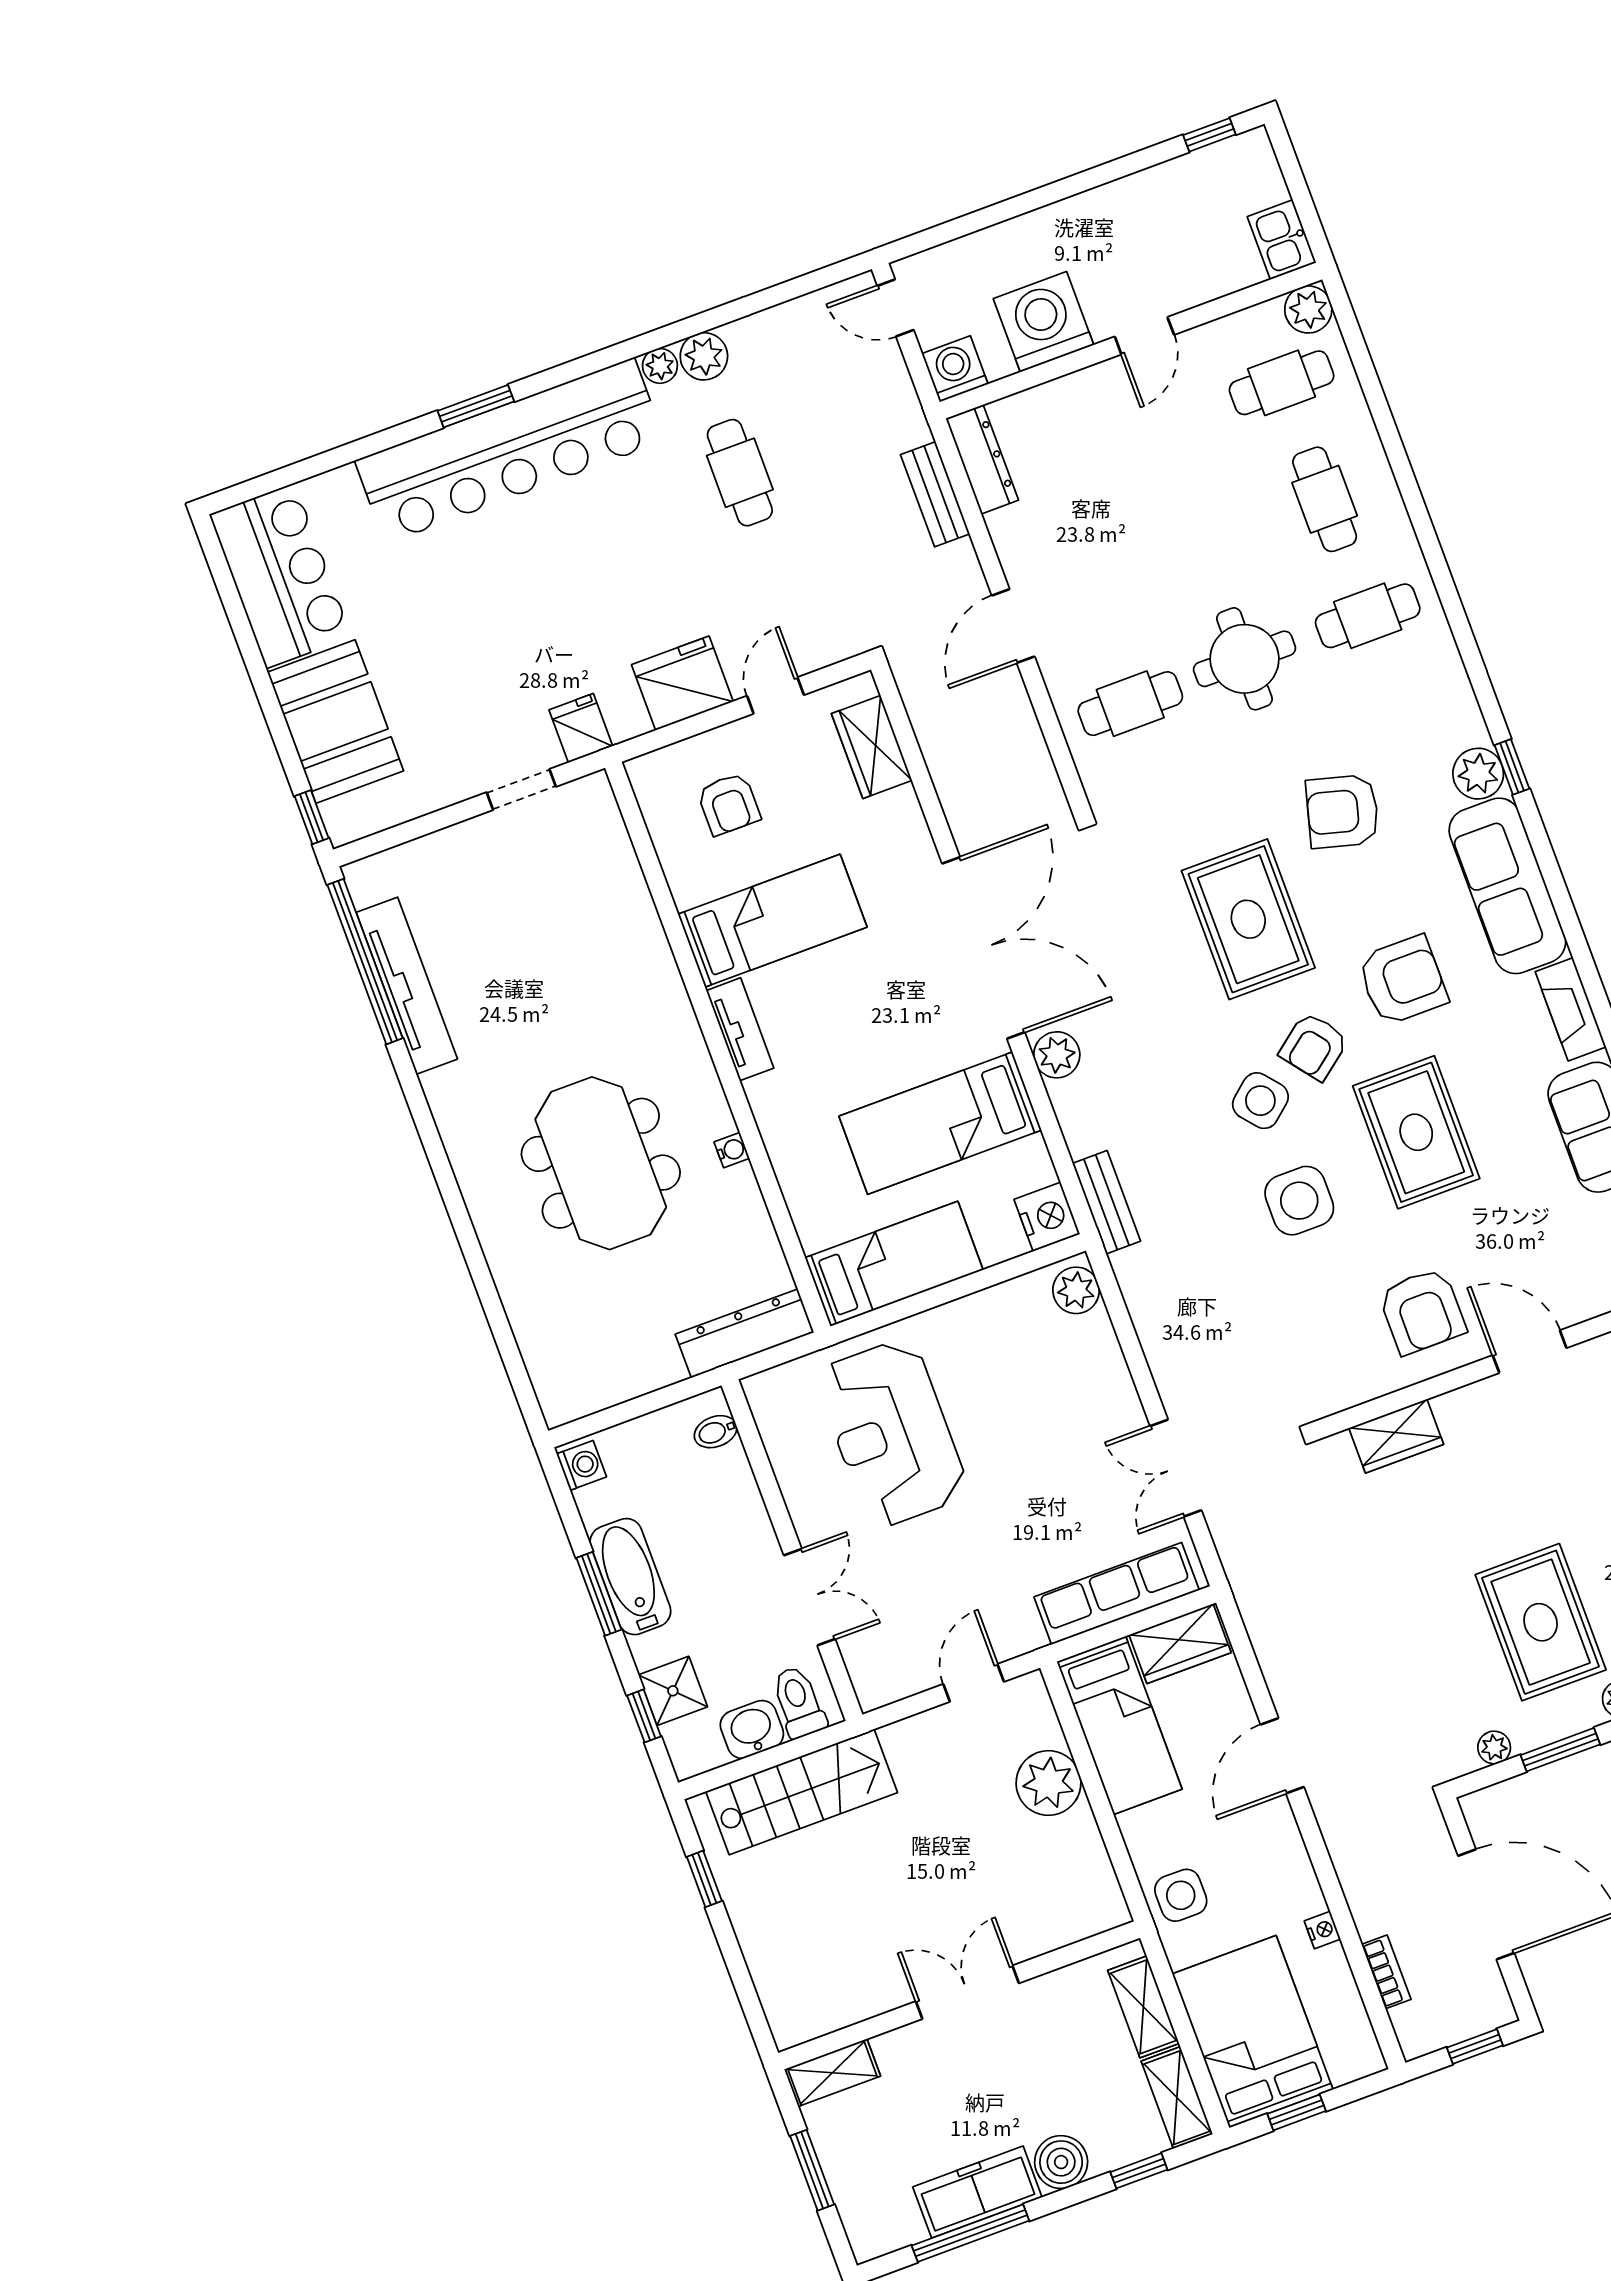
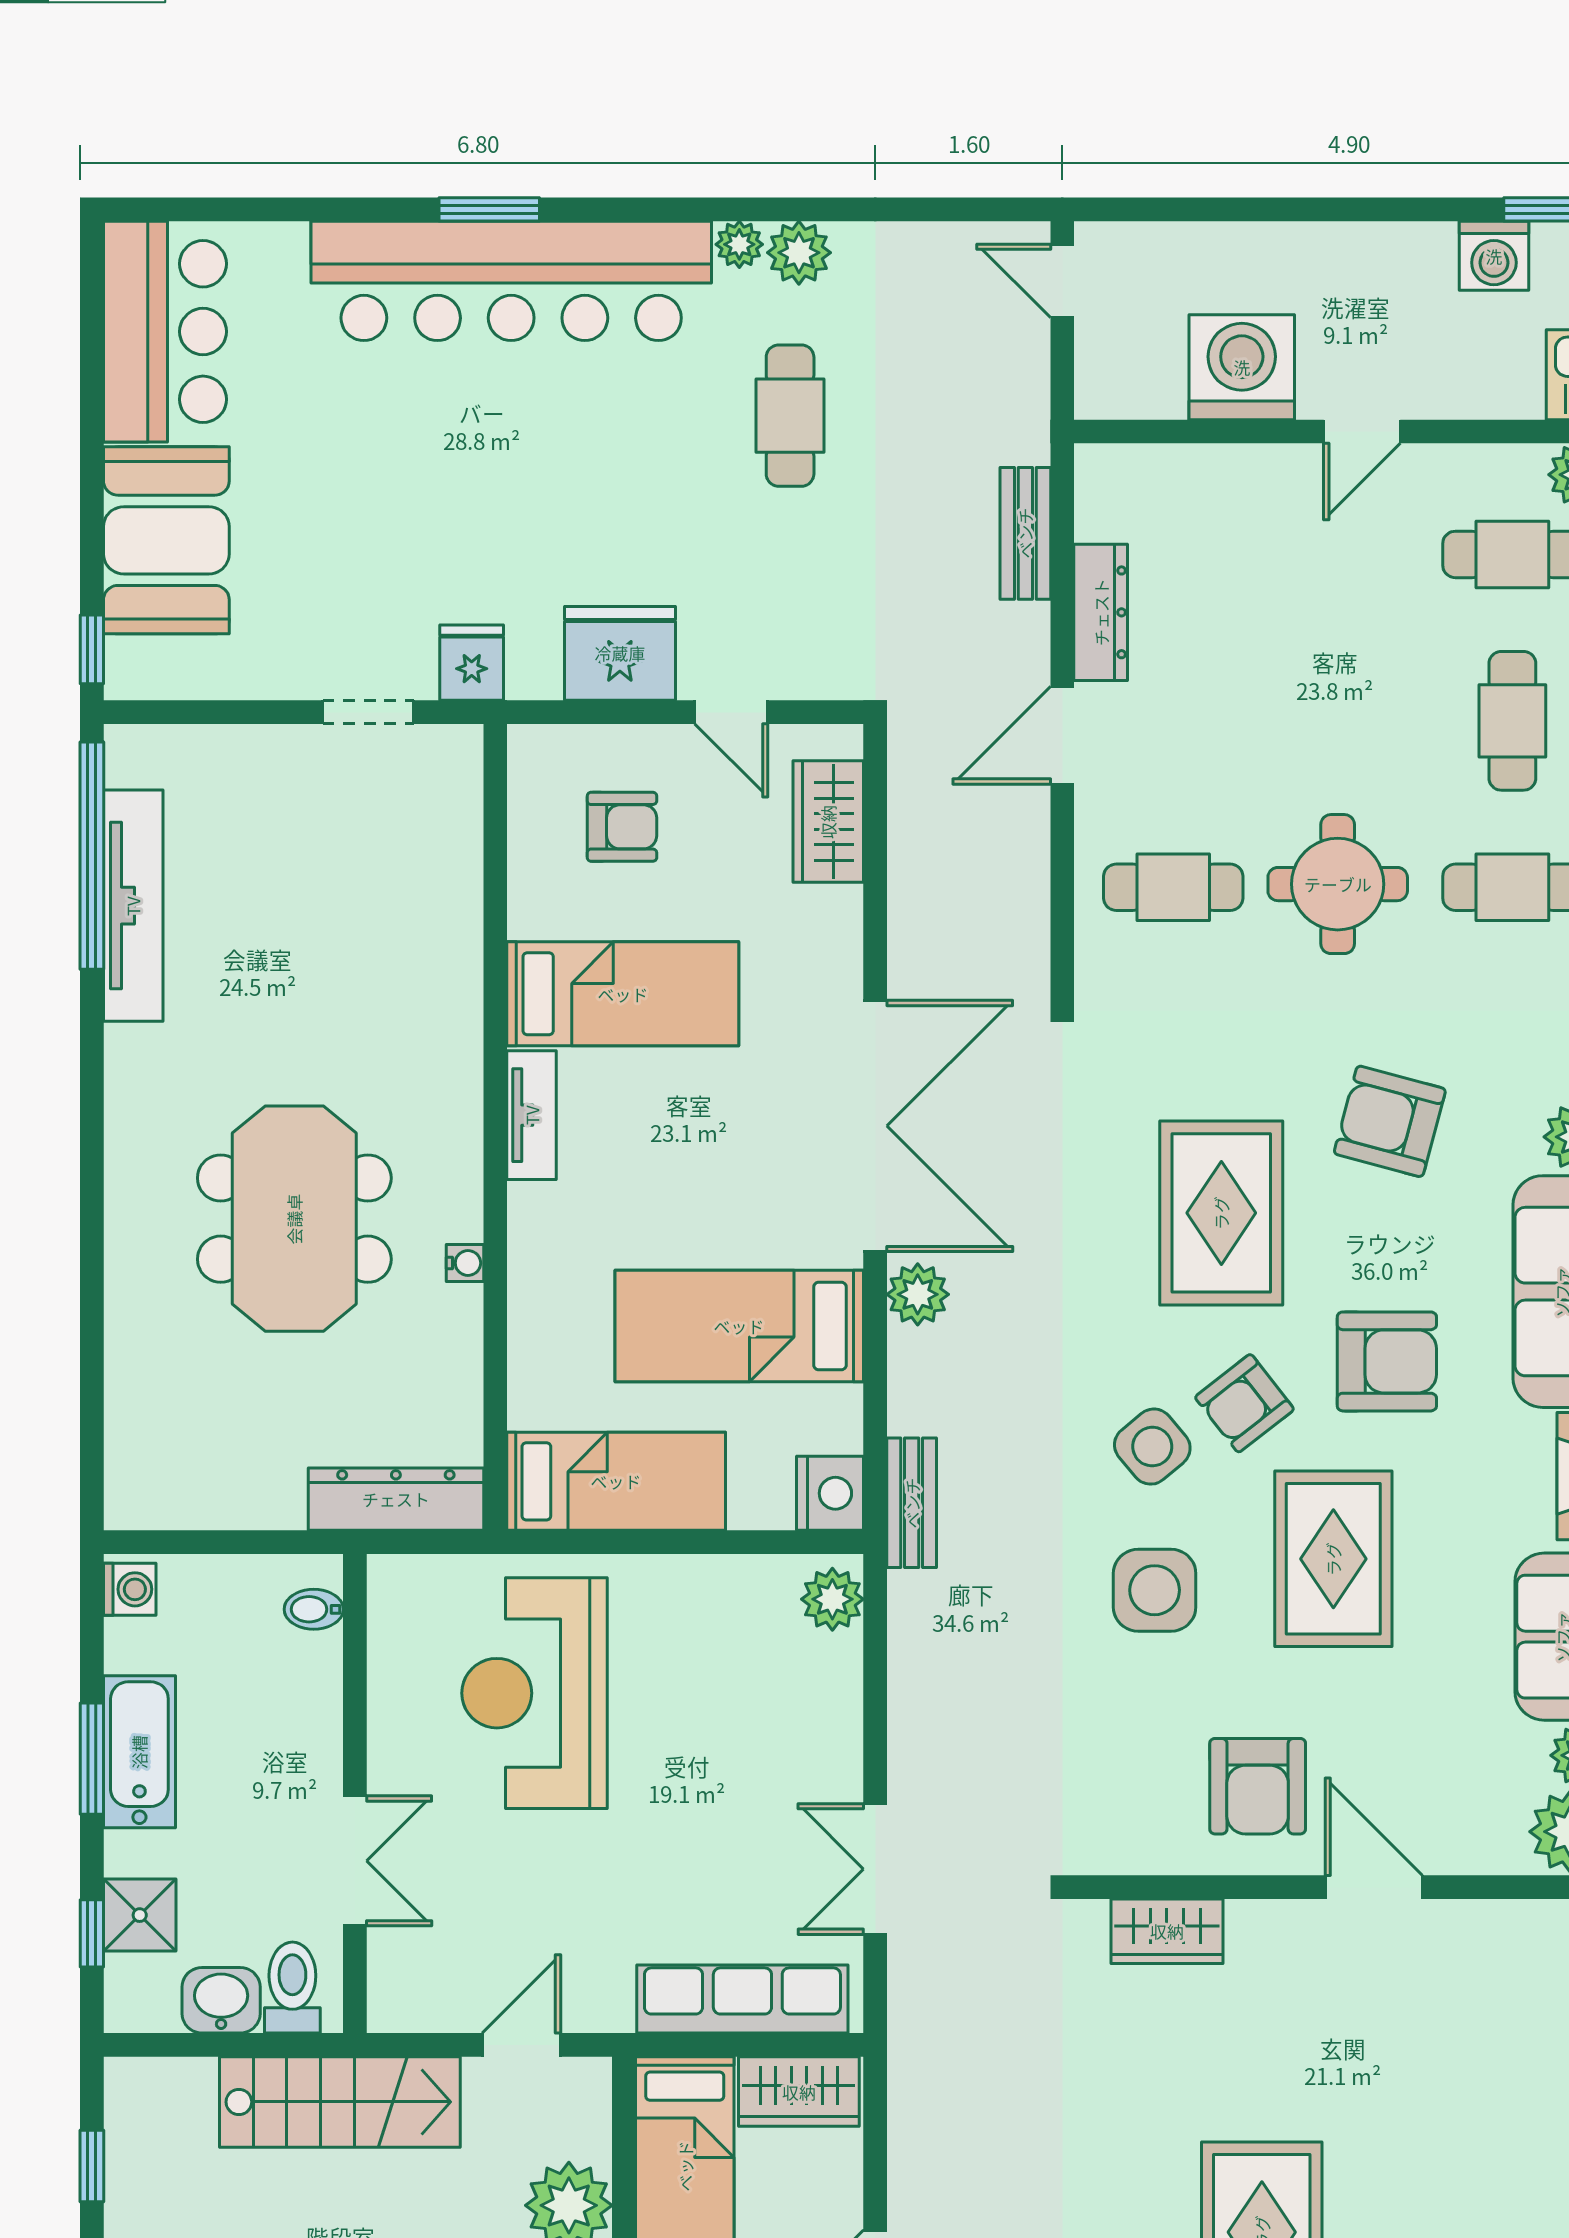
washing machine: (955, 369) -> (1494, 256), moved, turned 180
dresser: (982, 459) -> (1101, 612), moved
door: (775, 695) -> (731, 712), swing flipped
armchair: (729, 804) -> (622, 827), turned -90
stairs: (802, 1792) -> (340, 2102), moved

